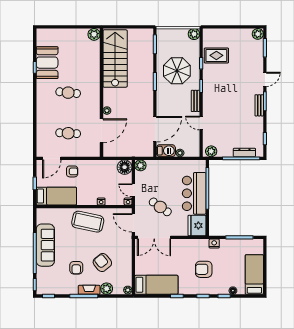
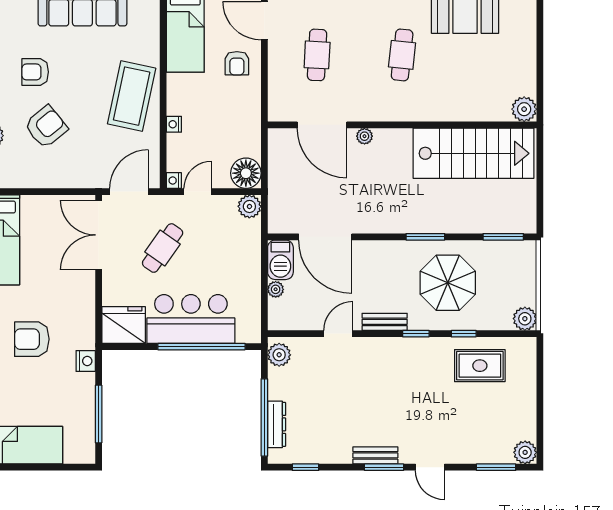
rug: (216, 55) -> (480, 366), turned 90
armchair: (204, 269) -> (32, 339), turned -90

